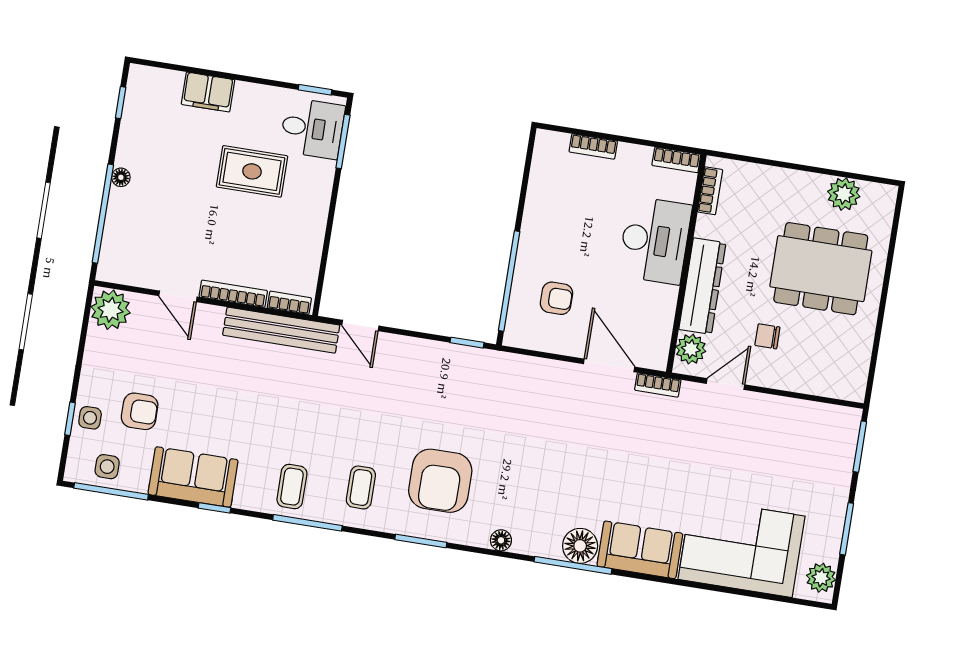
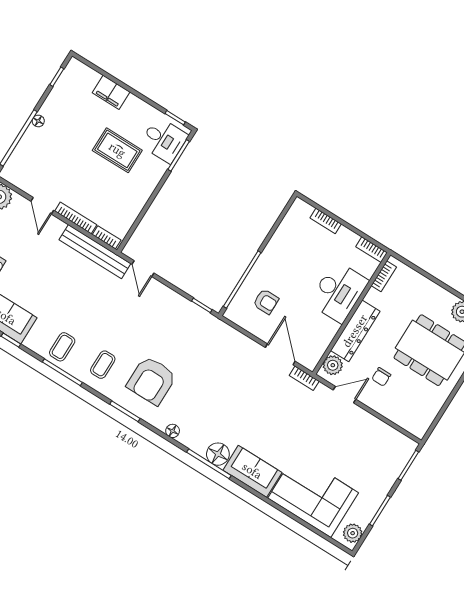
chair: (767, 336) -> (381, 377), turned -90

